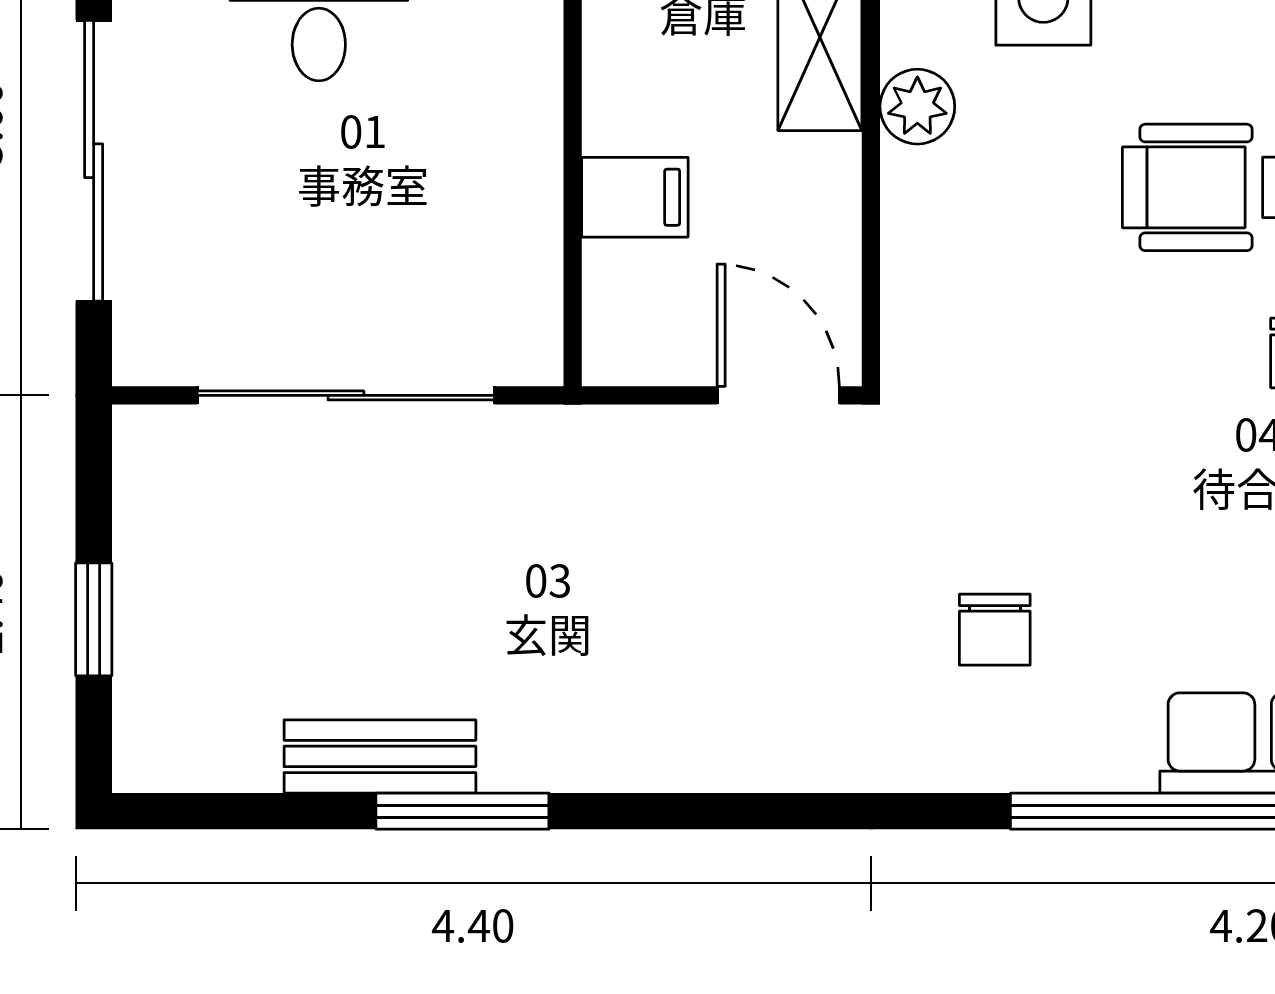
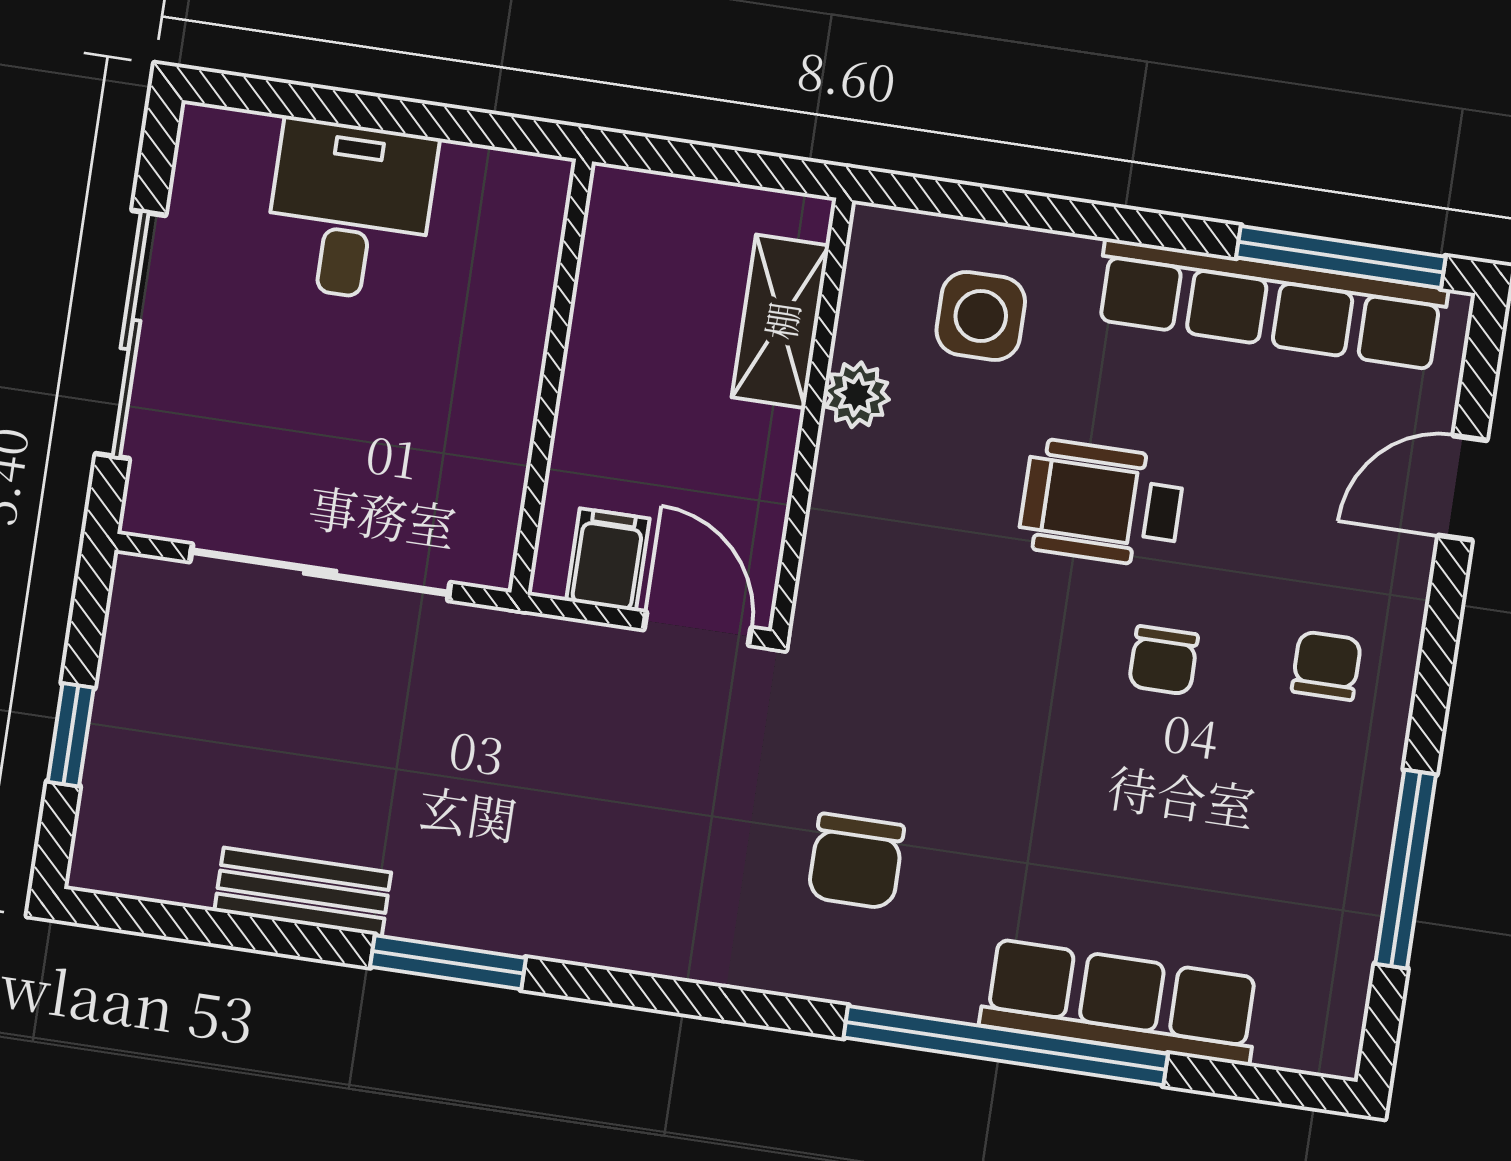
filing cabinet: (635, 197) -> (608, 560), moved, turned -90
chair: (995, 630) -> (856, 861), width x1.37, depth x1.37
window: (462, 811) -> (448, 962), moved

